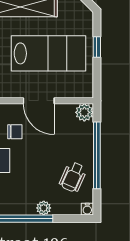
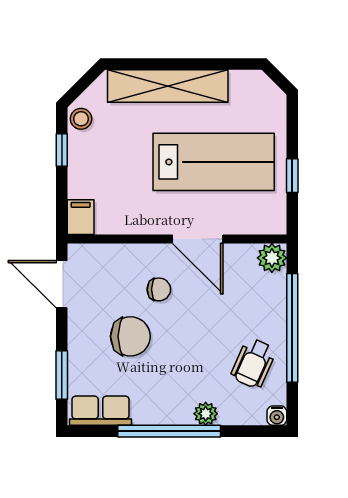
window: (97, 47) -> (292, 176), moved

